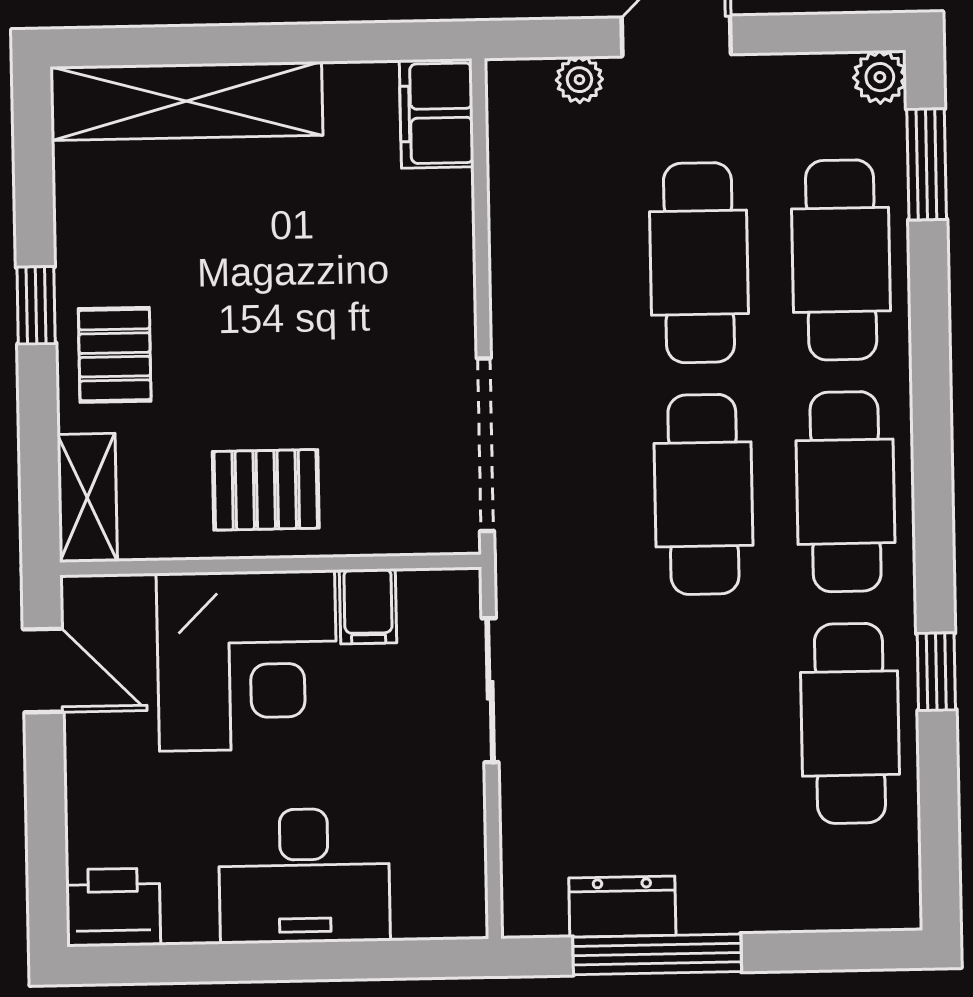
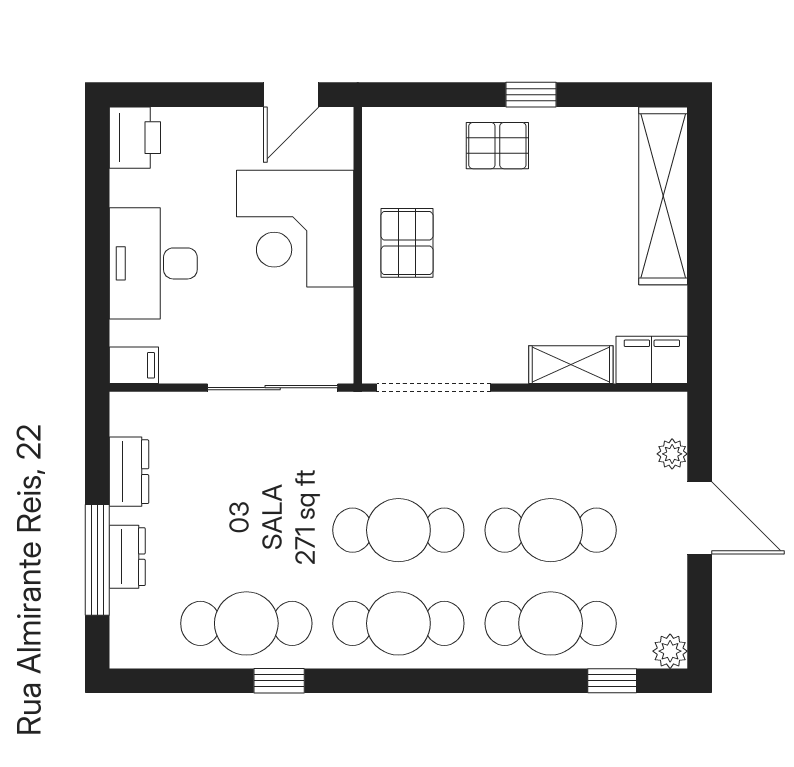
window: (927, 164) -> (612, 681), width x0.67
shelving: (87, 498) -> (571, 365), moved
filing cabinet: (368, 606) -> (134, 365), moved, turned 180
sliding door: (490, 690) -> (273, 388), width x1.37
dresser: (752, 907) -> (127, 557), added
window: (657, 954) -> (97, 560), moved

